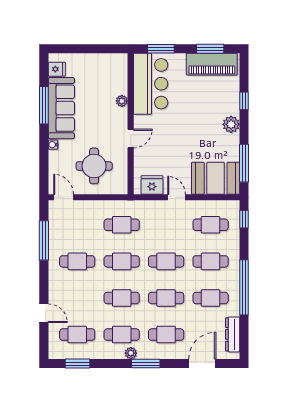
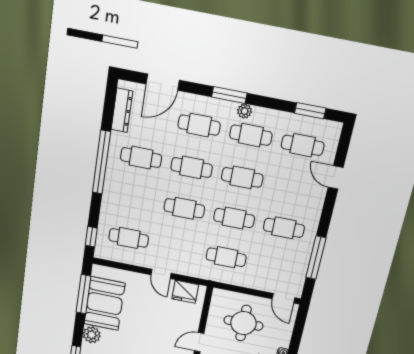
booth: (216, 178) -> (104, 304), moved, turned 90
cafe table: (211, 261) -> (135, 199), removed

